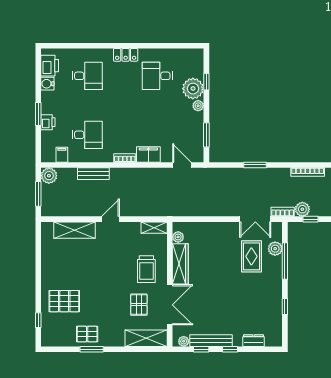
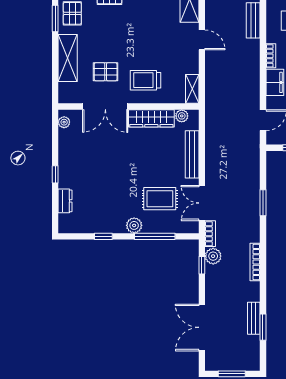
plant: (275, 249) -> (134, 225), moved
shelving: (146, 338) -> (68, 58), moved
bench: (211, 341) -> (192, 154), moved
window: (201, 349) -> (55, 142), removed

